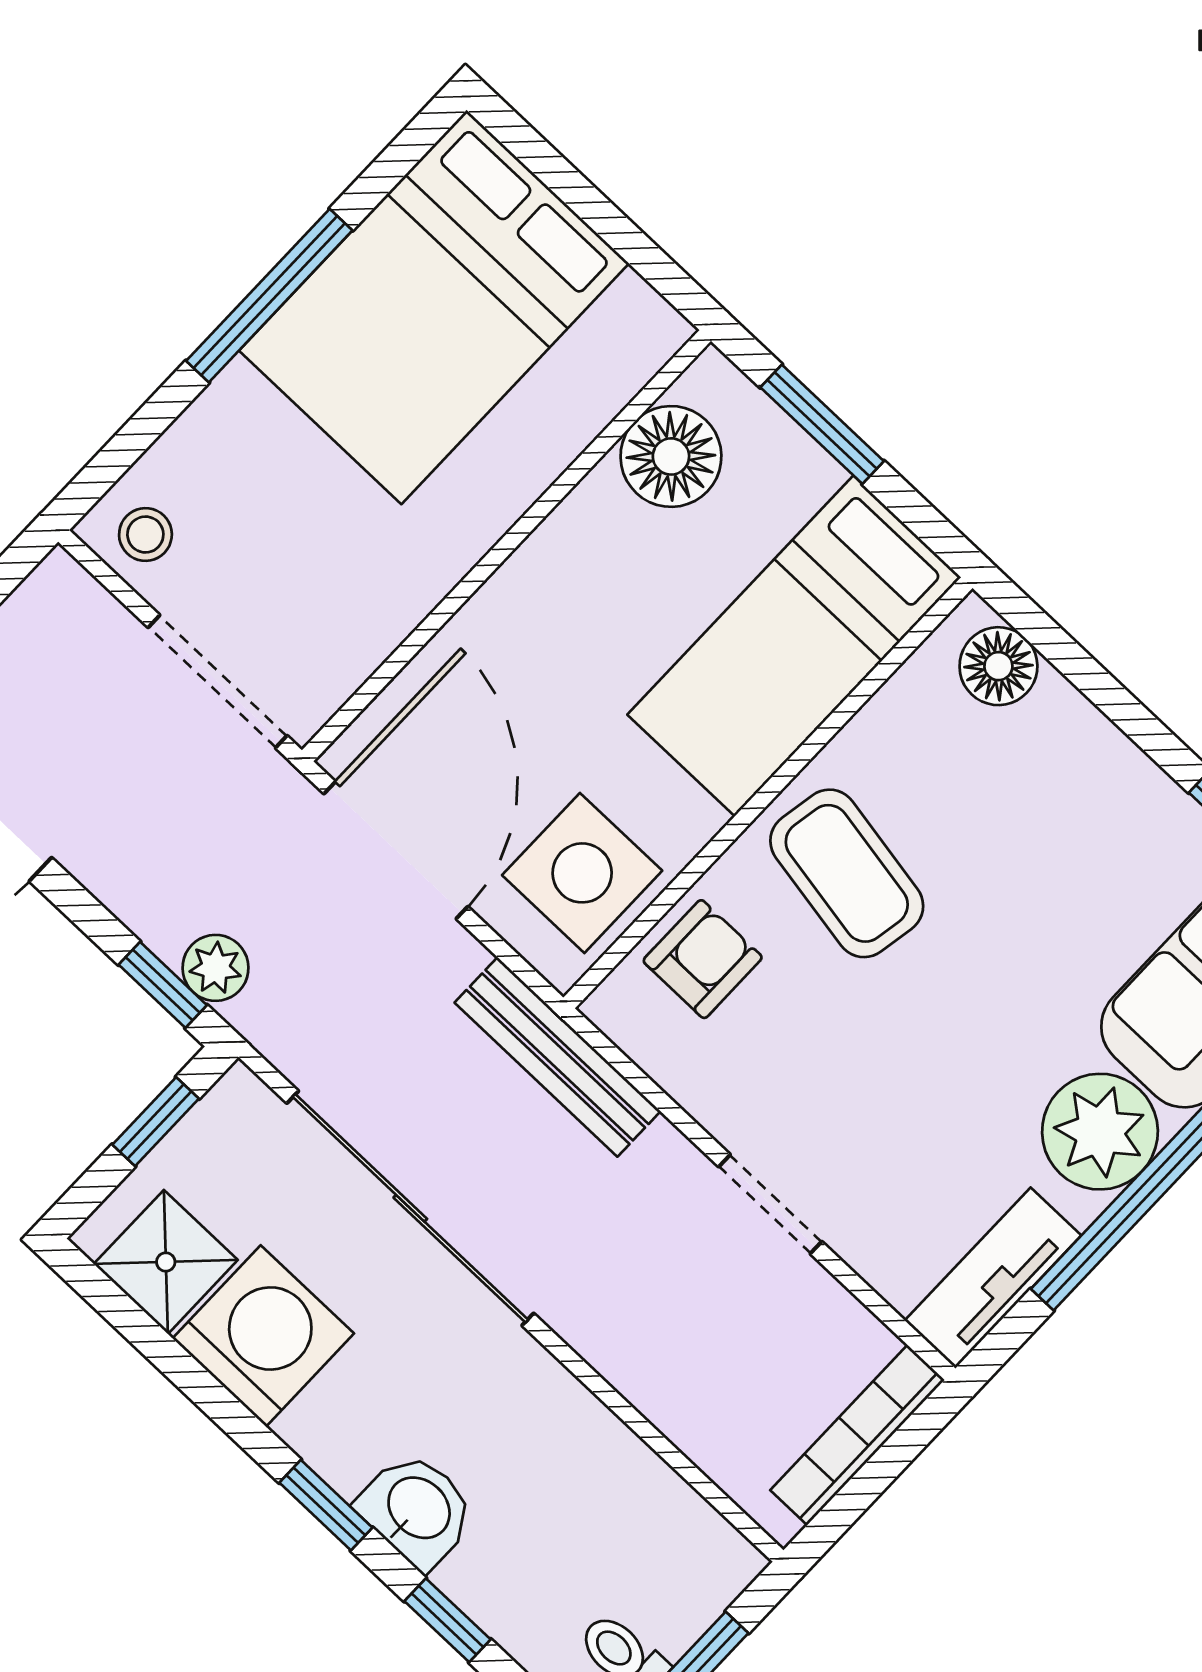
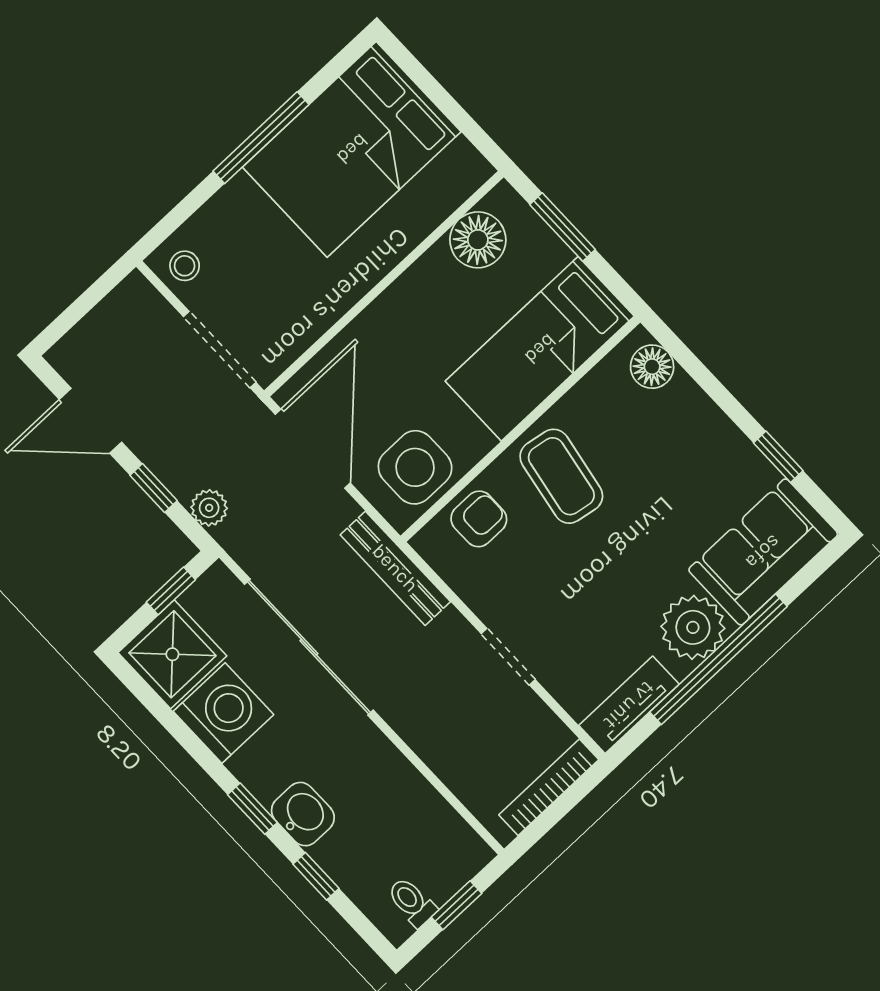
window: (163, 985) -> (154, 488), moved
shower: (166, 1262) -> (172, 654), width x1.36, depth x1.36

